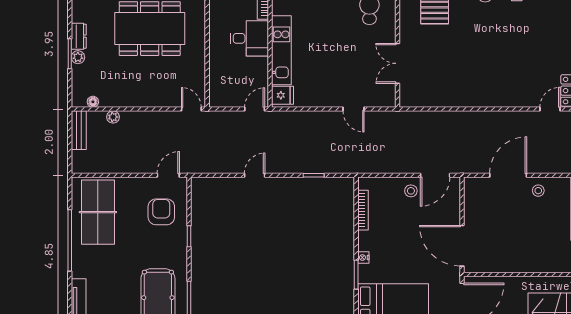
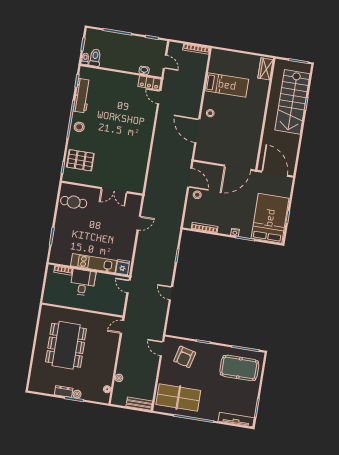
bench: (79, 130) -> (139, 404), moved
armchair: (161, 212) -> (185, 357), turned -76

